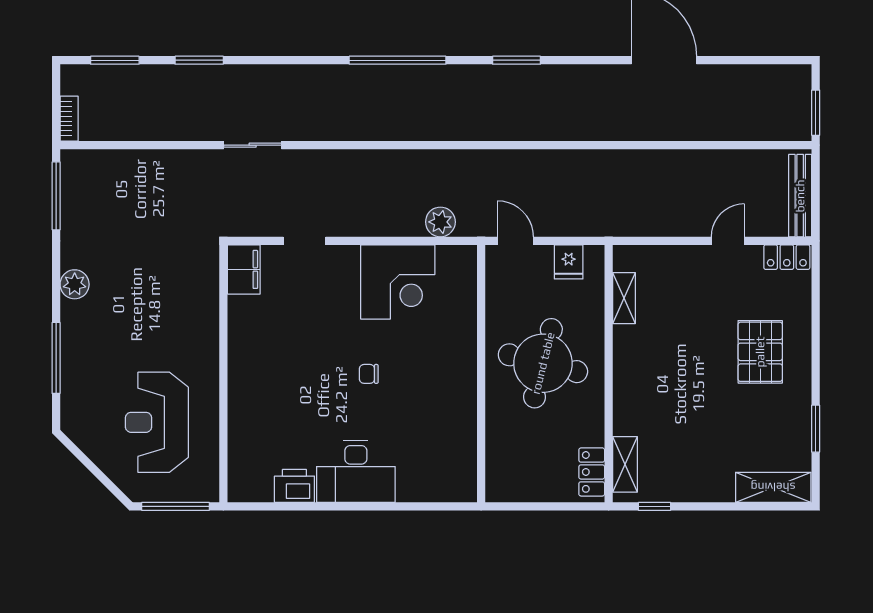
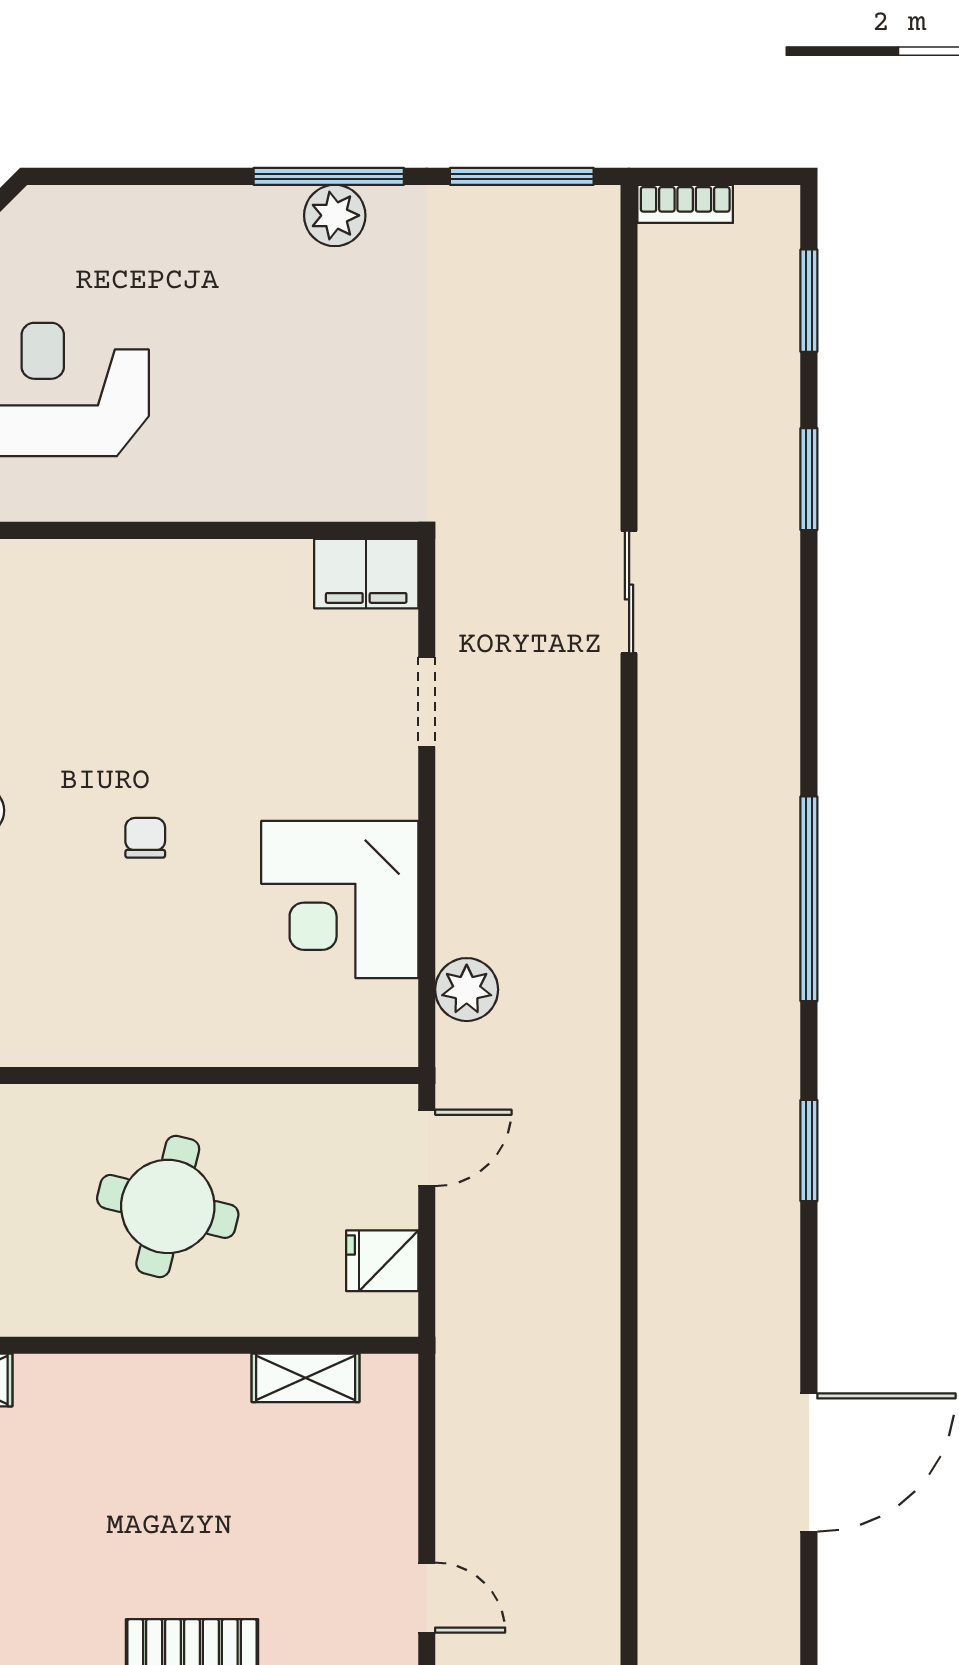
window: (56, 358) -> (329, 176), moved
round table: (543, 363) -> (168, 1206), width x0.73, depth x0.73

